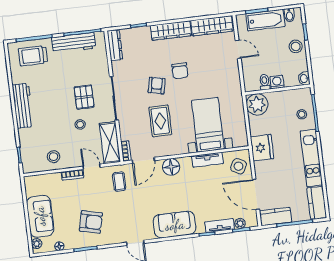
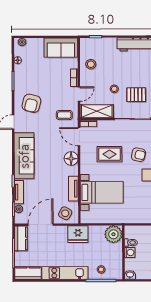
sofa: (40, 216) -> (61, 48), moved
armchair: (91, 222) -> (31, 103), moved
sofa: (175, 225) -> (24, 156), width x1.36

